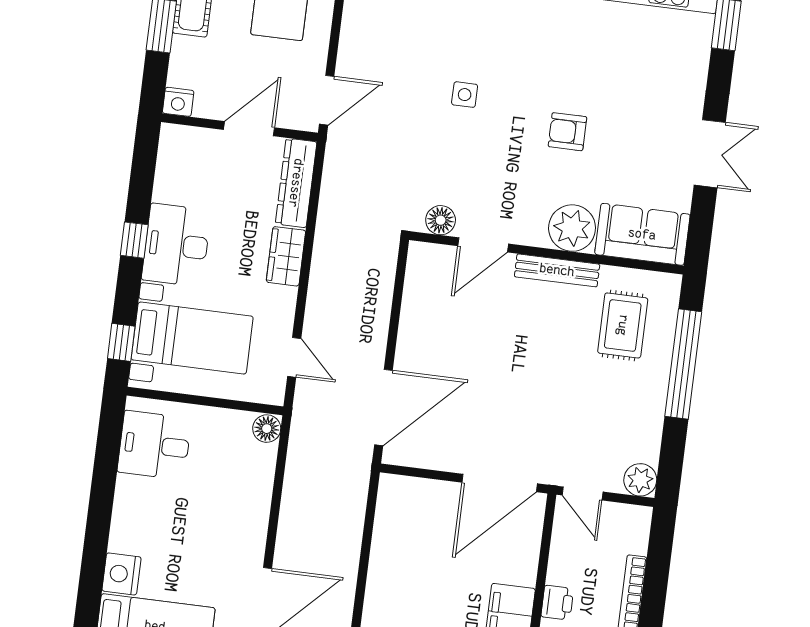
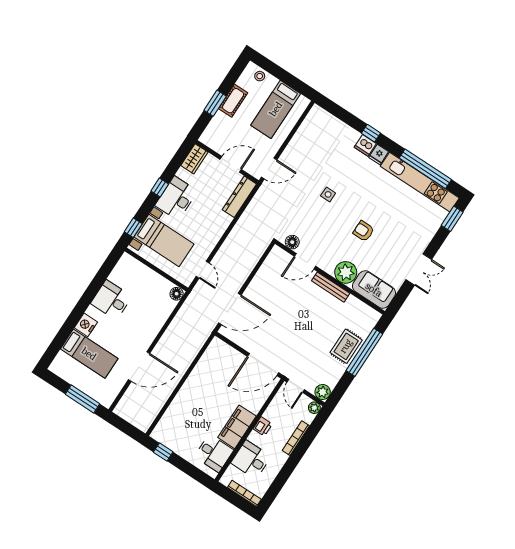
nightstand: (178, 102) -> (207, 139), removed
wardrobe: (286, 256) -> (194, 159), moved, turned 180
rug: (623, 325) -> (346, 346), moved
desk: (154, 445) -> (111, 300), moved
plant: (639, 518) -> (314, 408), added

